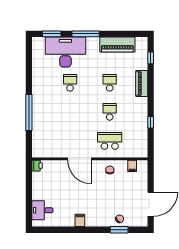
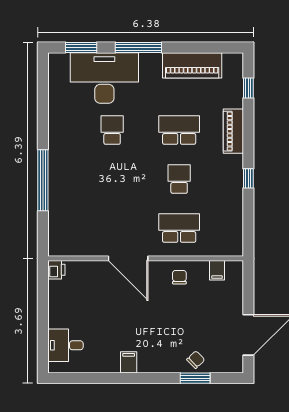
school desk: (110, 83) -> (179, 130), width x1.85
window: (151, 122) -> (248, 178), moved

